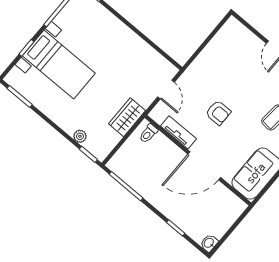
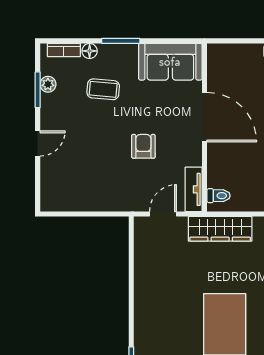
wardrobe: (127, 117) -> (220, 229), width x1.50
tv unit: (178, 132) -> (194, 189), moved

